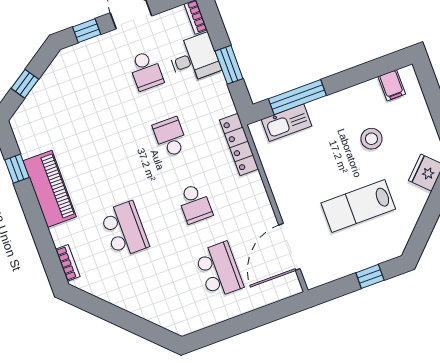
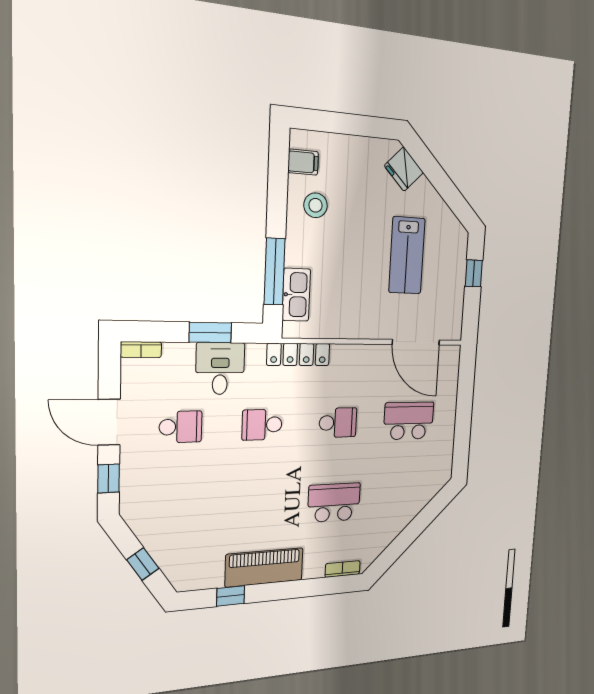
desk: (194, 58) -> (220, 369), moved
stool: (371, 139) -> (316, 205), moved

